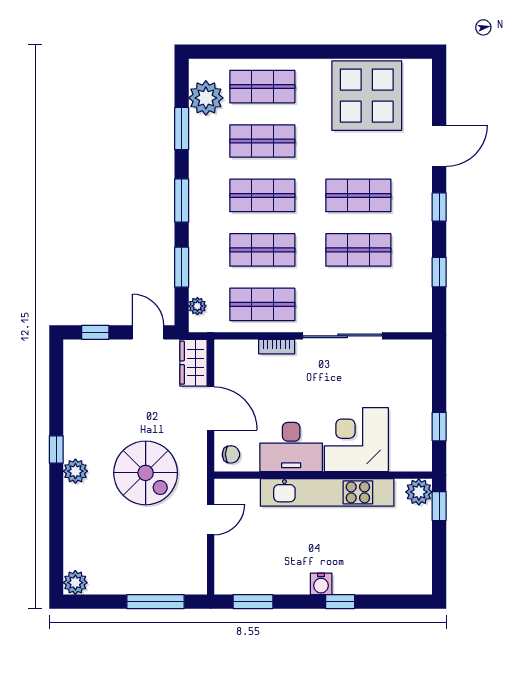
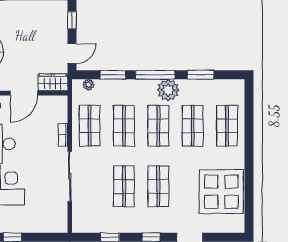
plant: (206, 98) -> (168, 90), moved
window: (182, 200) -> (155, 75), width x1.44

